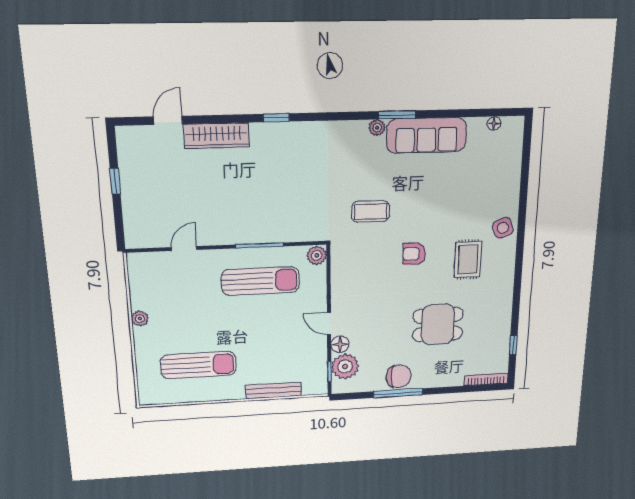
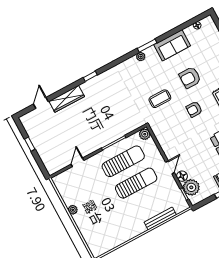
sofa: (426, 135) -> (172, 45), width x0.73
armchair: (436, 202) -> (190, 78), added
door: (329, 323) -> (170, 167), swing flipped
sun lounger: (198, 365) -> (136, 183), moved

